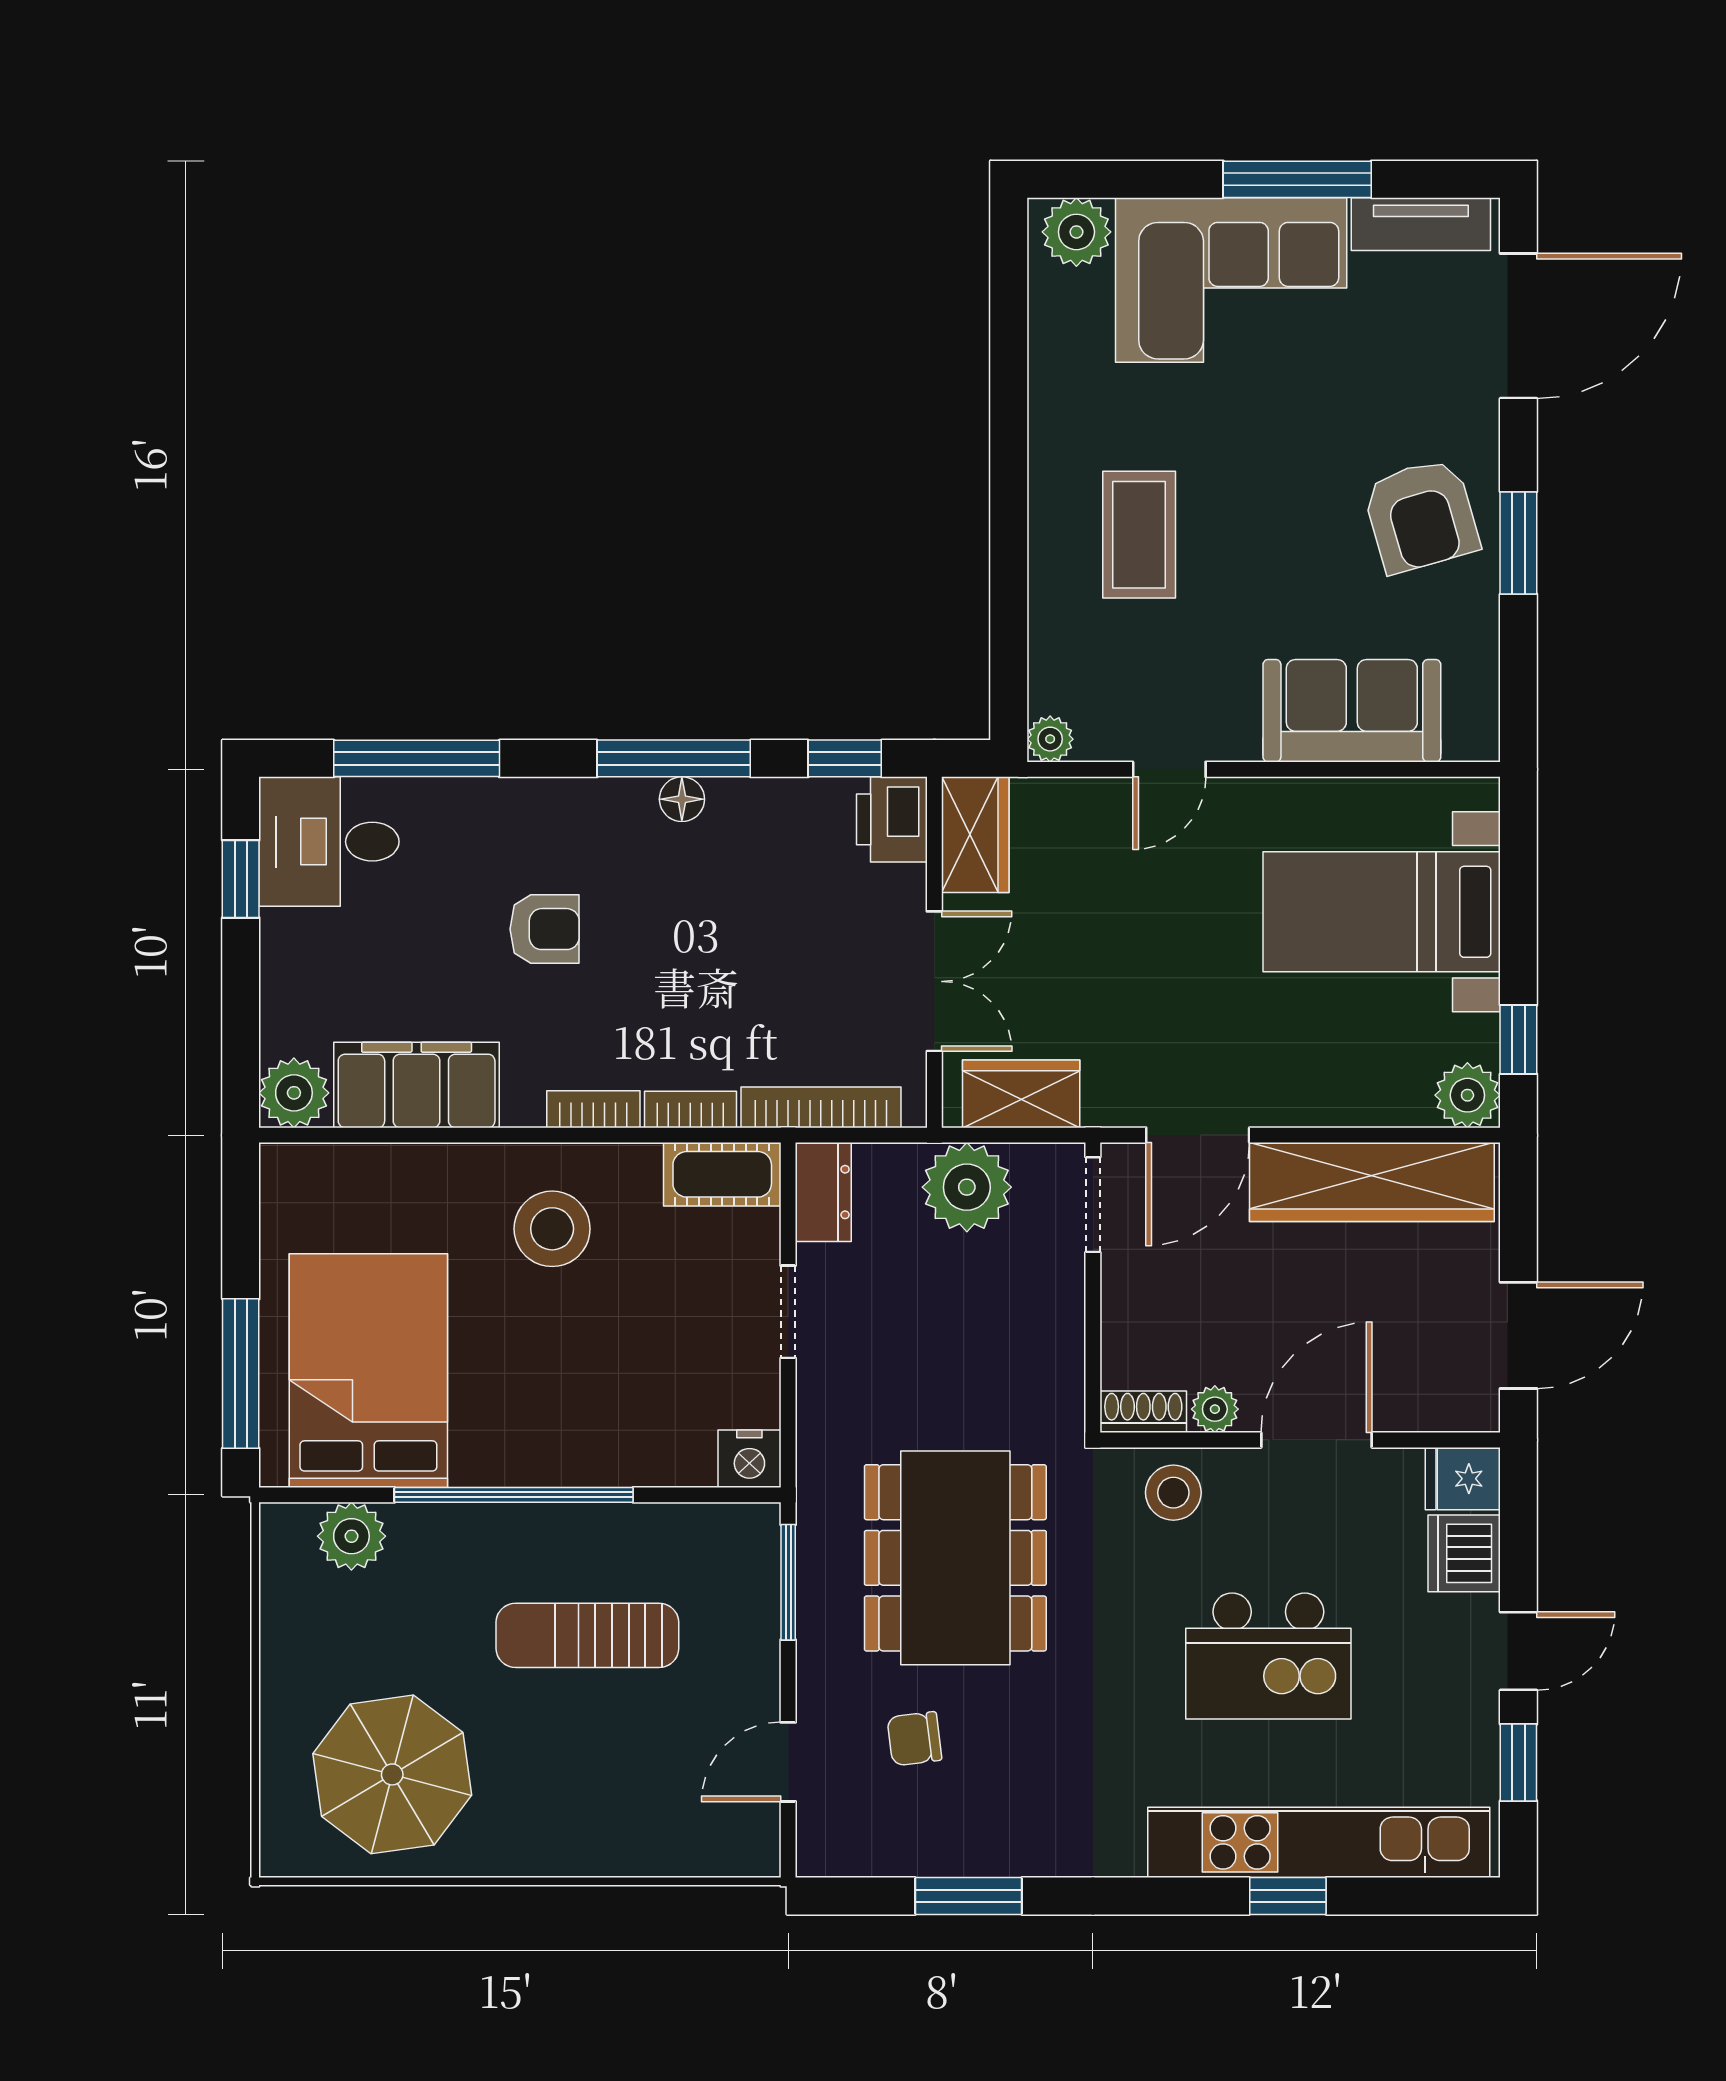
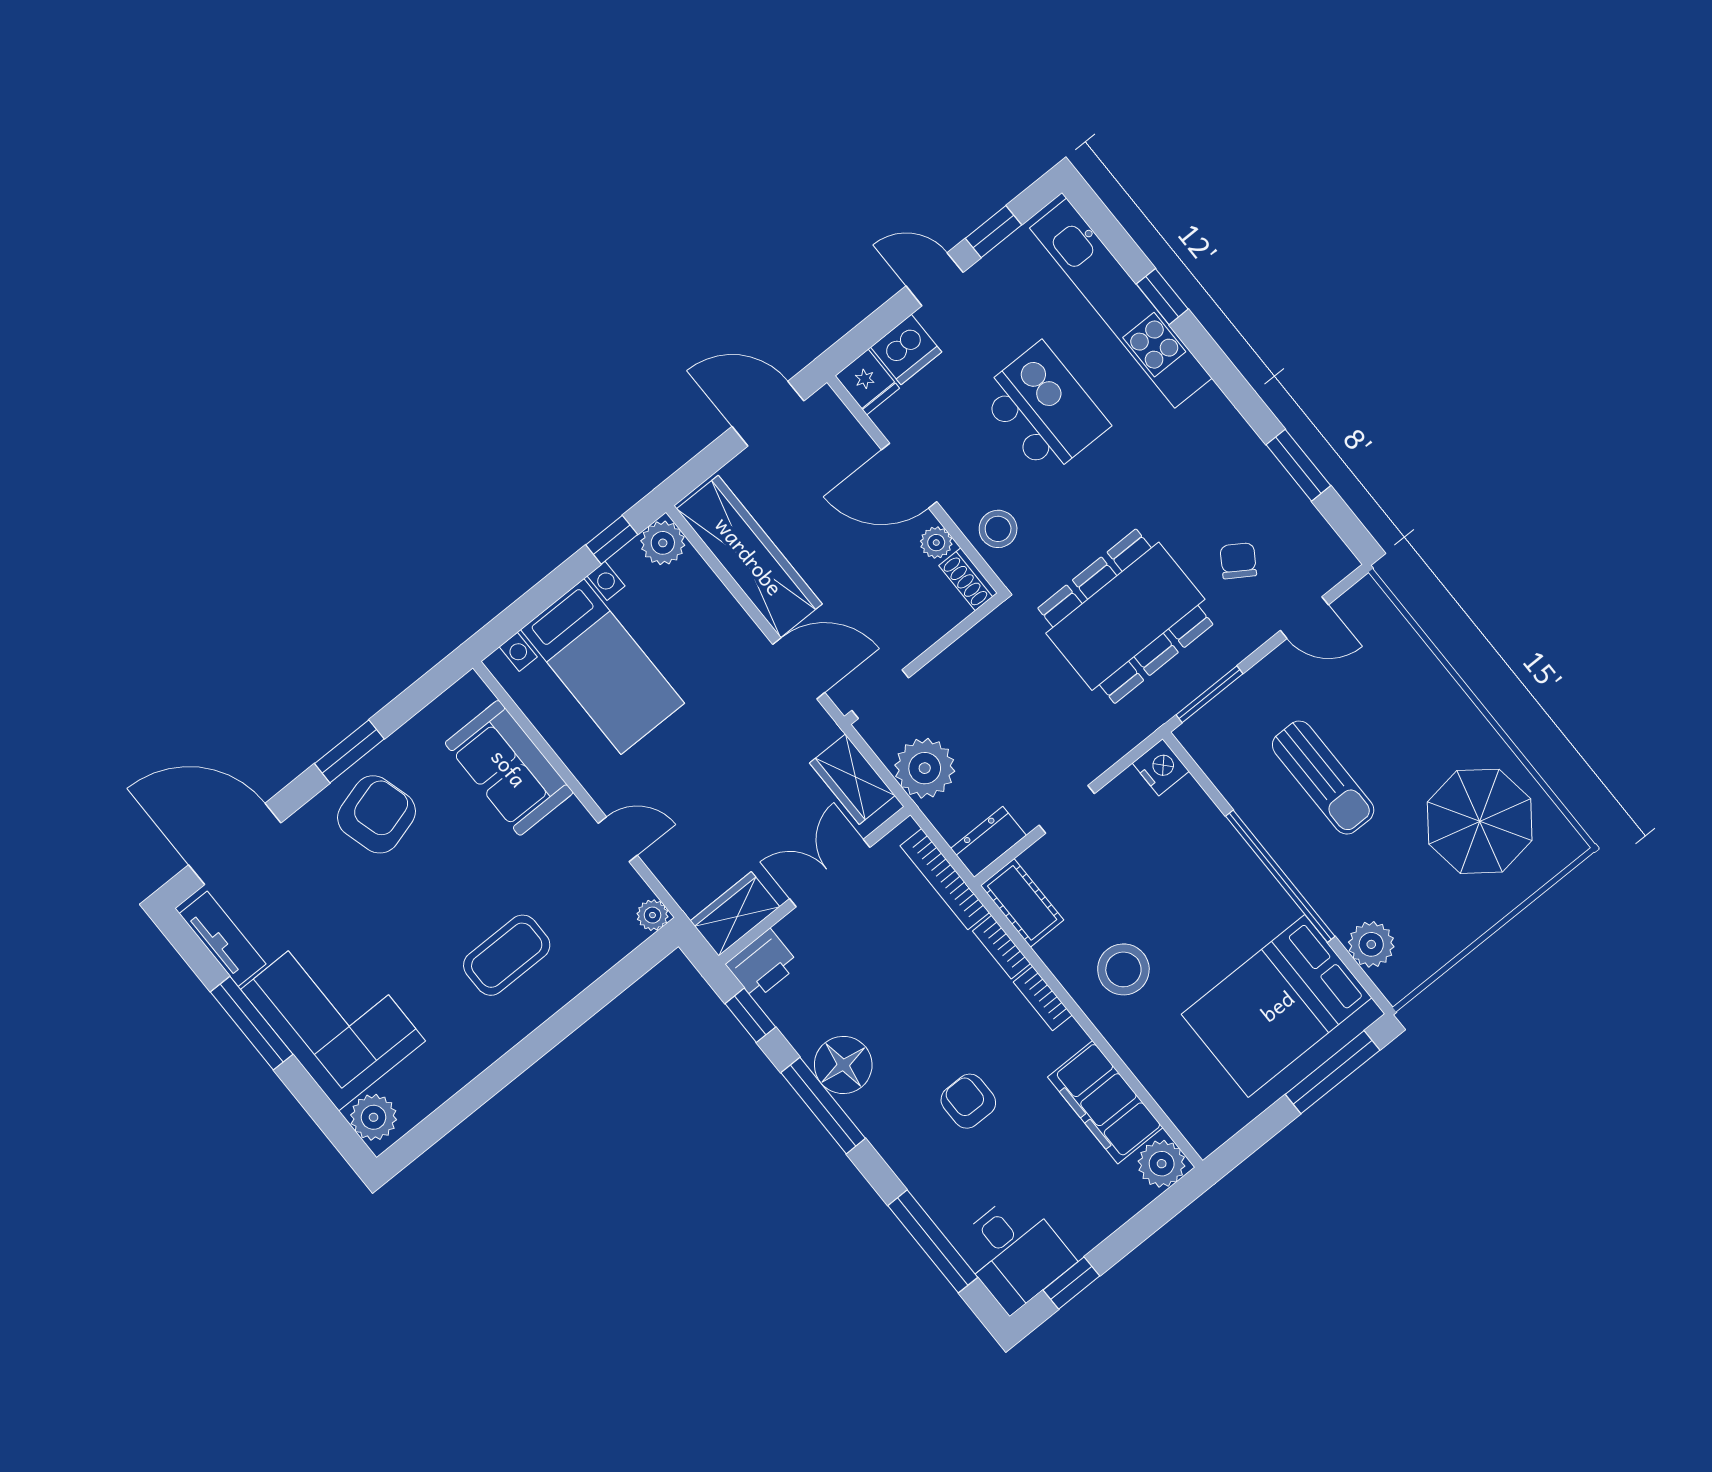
floor lamp: (682, 799) -> (843, 1065), width x1.89, depth x1.89
chair: (914, 1739) -> (1238, 561), turned -140

